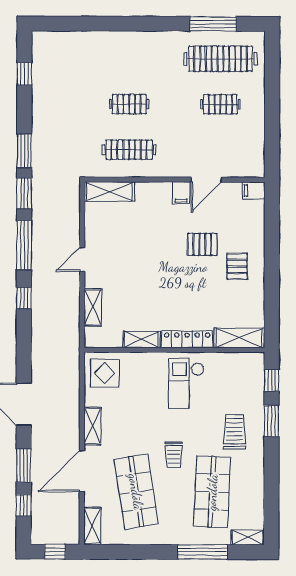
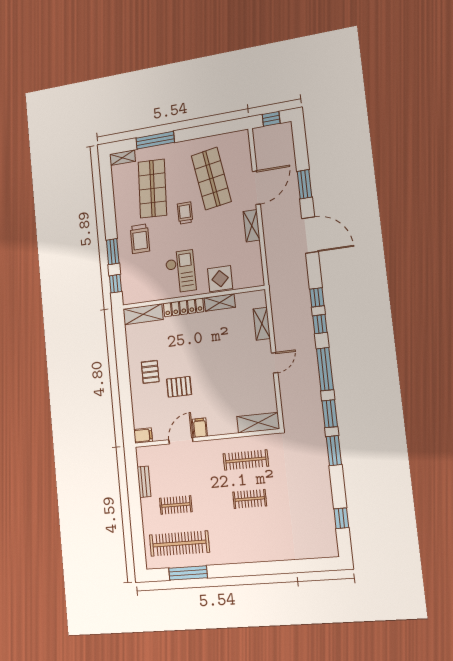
bench: (258, 135) -> (144, 482), added
display table: (105, 373) -> (220, 279), moved
window: (24, 505) -> (317, 297), moved
shelving: (92, 526) -> (243, 145), removed

